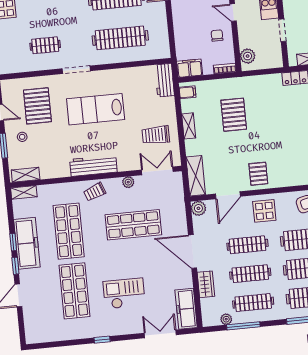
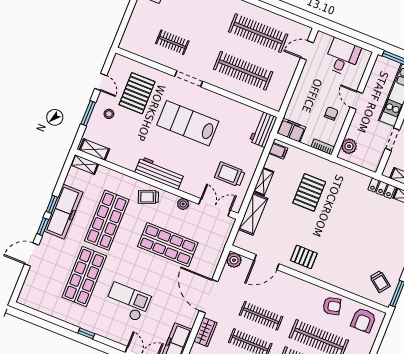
pallet: (258, 174) -> (304, 257), turned 90
shelving: (196, 176) -> (253, 214), moved
display table: (264, 211) -> (292, 293), removed

